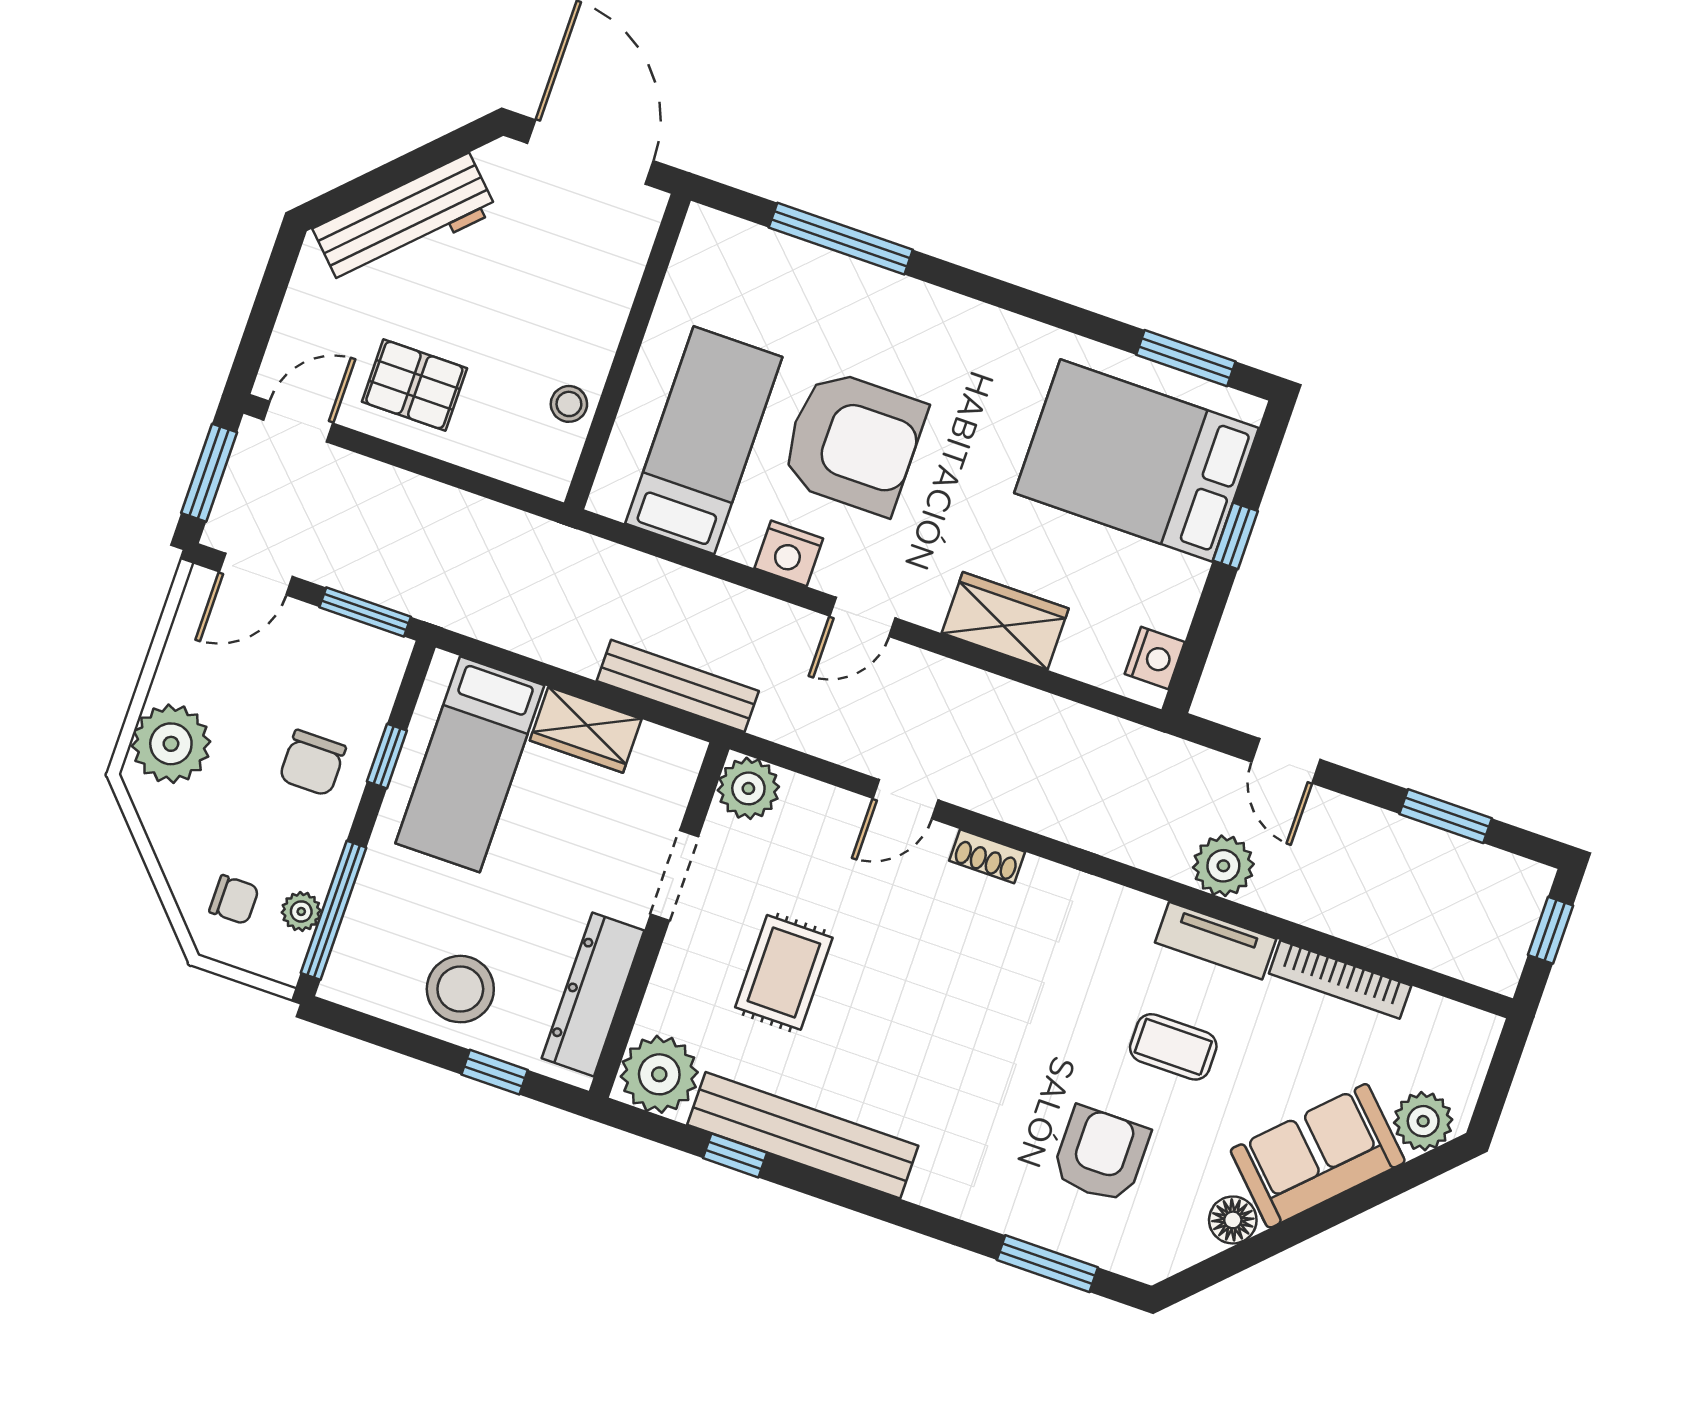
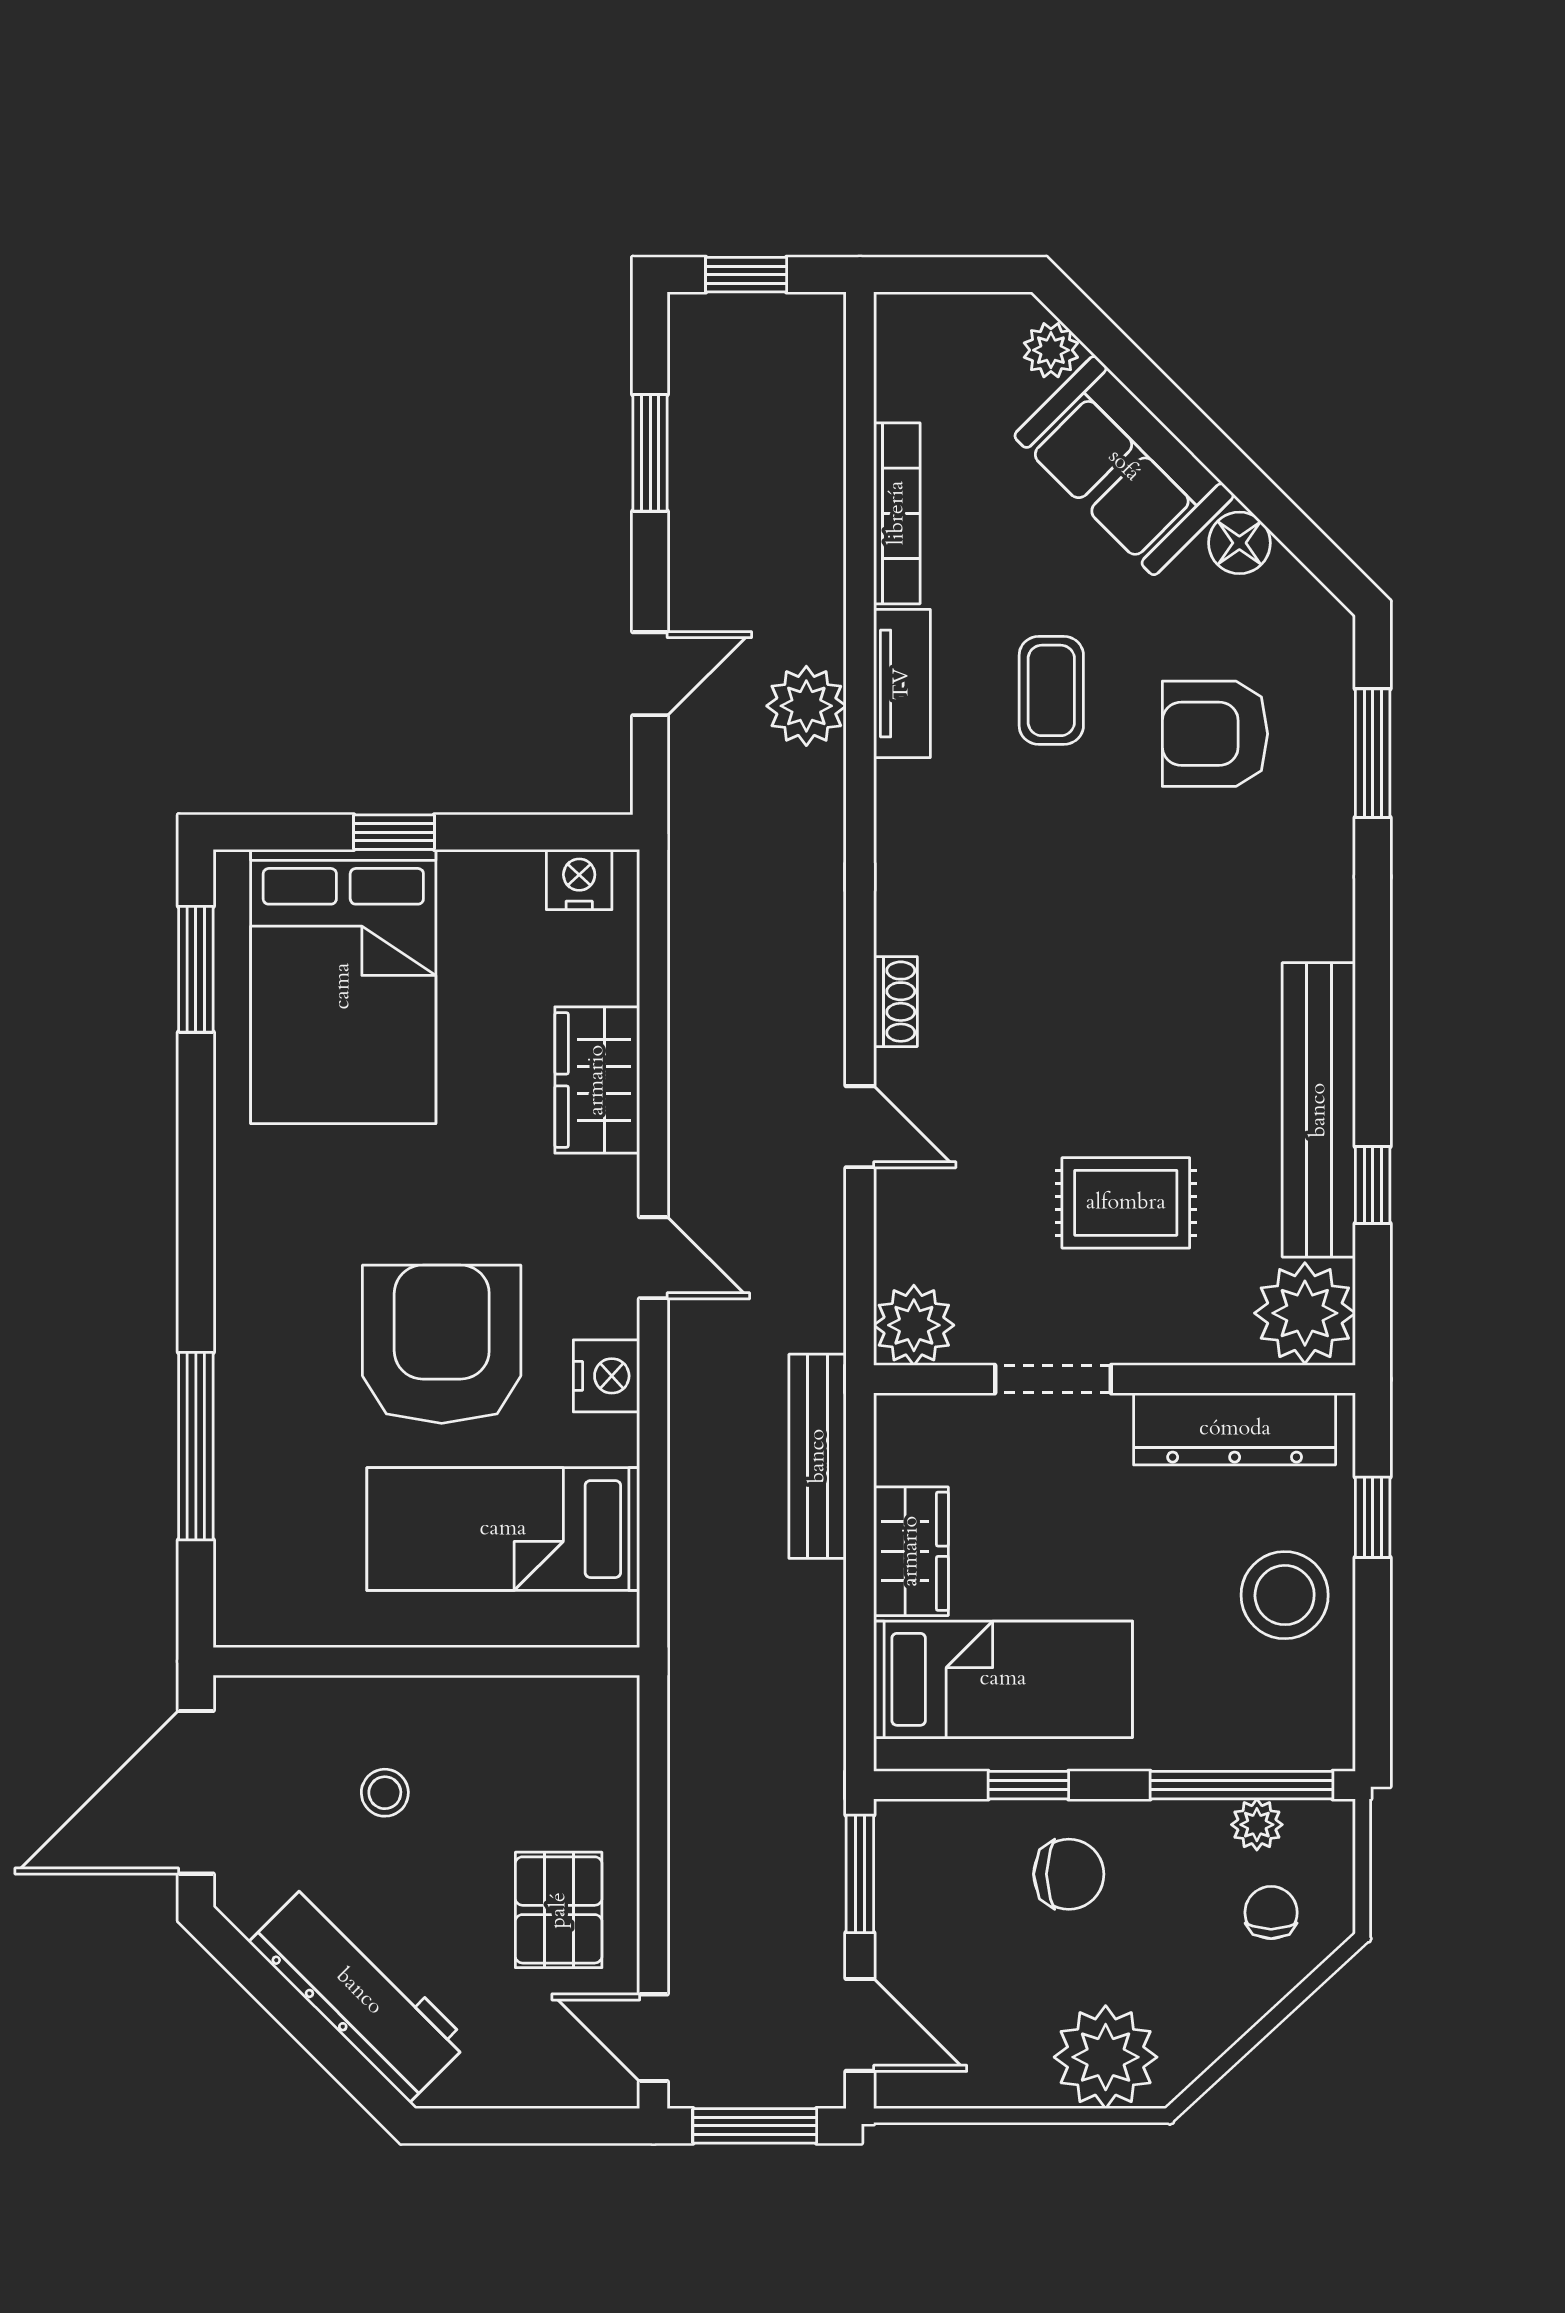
stool: (569, 404) -> (385, 1793), moved
plant: (1423, 1121) -> (1051, 350), width x0.73, depth x0.73

